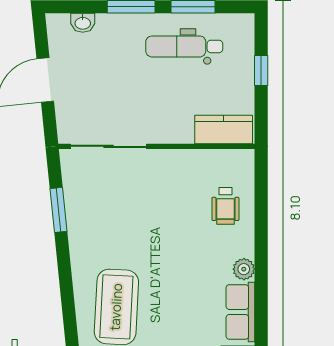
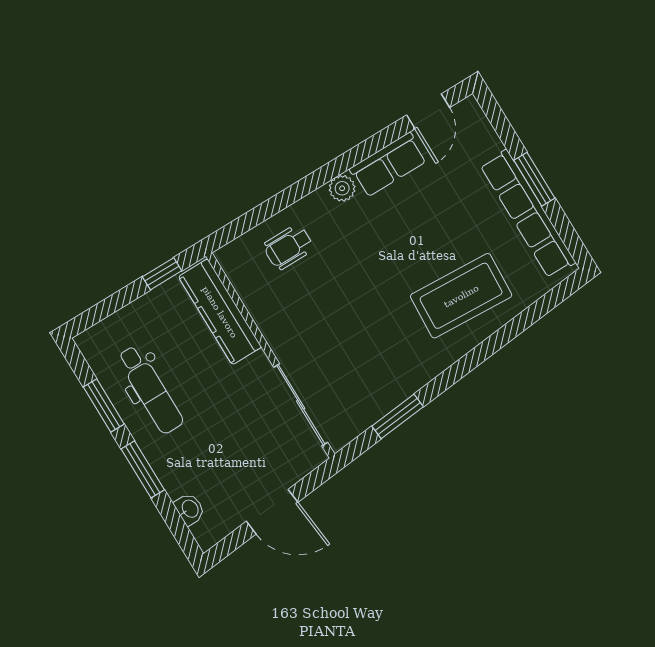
window: (261, 71) -> (162, 274), moved
kitchen counter: (224, 129) -> (220, 312), width x1.50
wheelchair: (225, 206) -> (289, 247), turned 180

